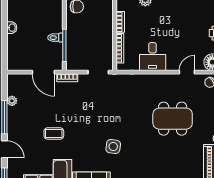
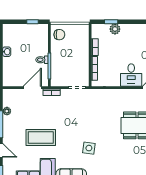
desk: (153, 57) -> (131, 75), moved
door: (43, 72) -> (32, 88), swing flipped
coffee table: (54, 133) -> (41, 137), width x1.86, depth x1.72

